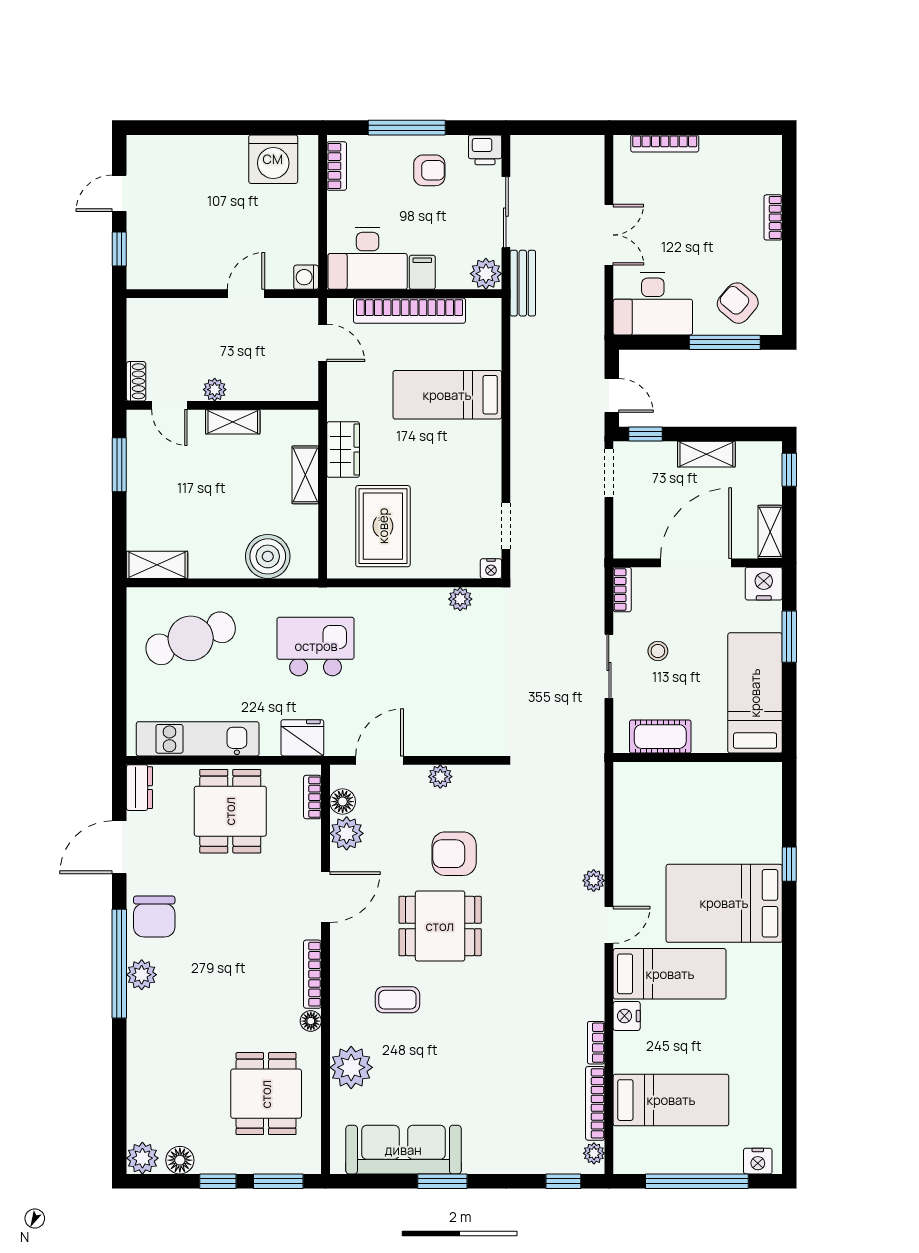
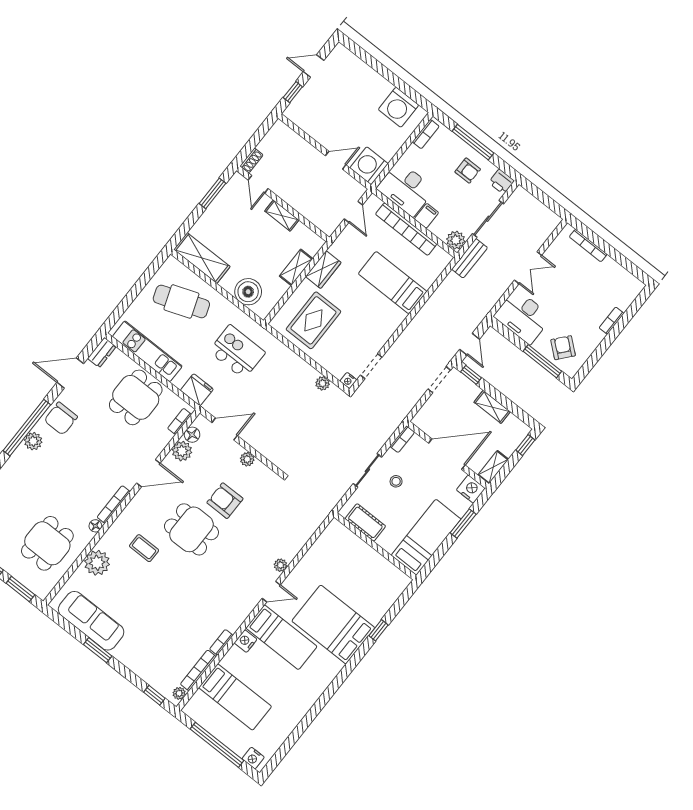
washing machine: (306, 277) -> (369, 166), width x1.89, depth x1.89
plant: (215, 390) -> (285, 194), removed
shelving: (157, 565) -> (202, 258), width x1.50, depth x1.33

